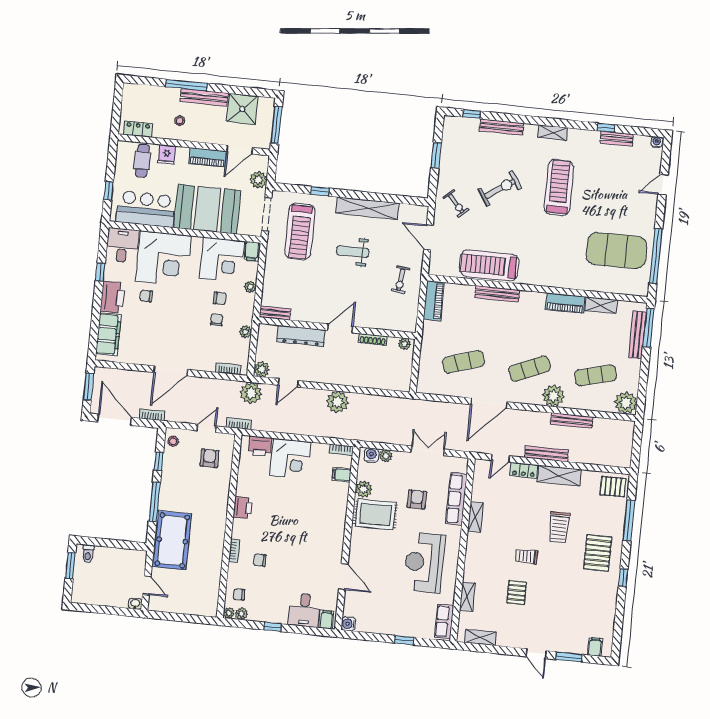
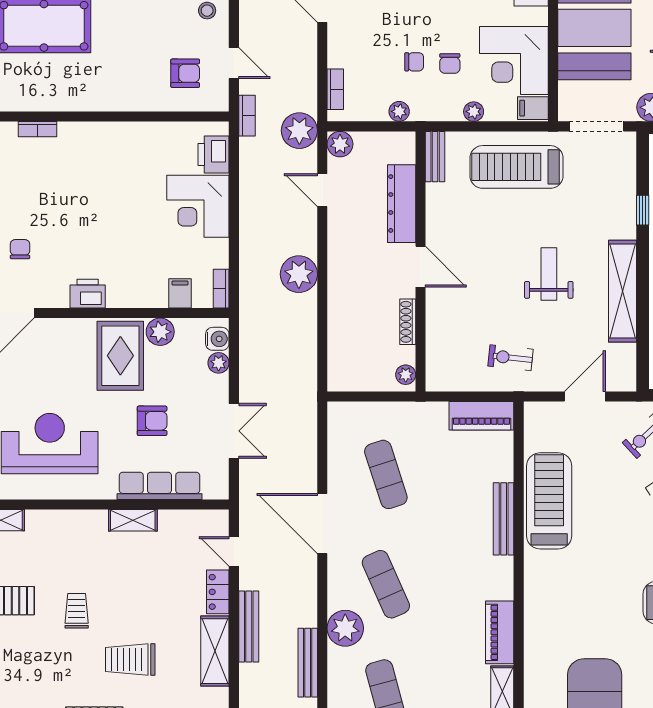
treadmill: (300, 231) -> (516, 167), moved
printer: (243, 508) -> (88, 294), moved, turned 180
chair: (260, 560) -> (20, 249), moved

